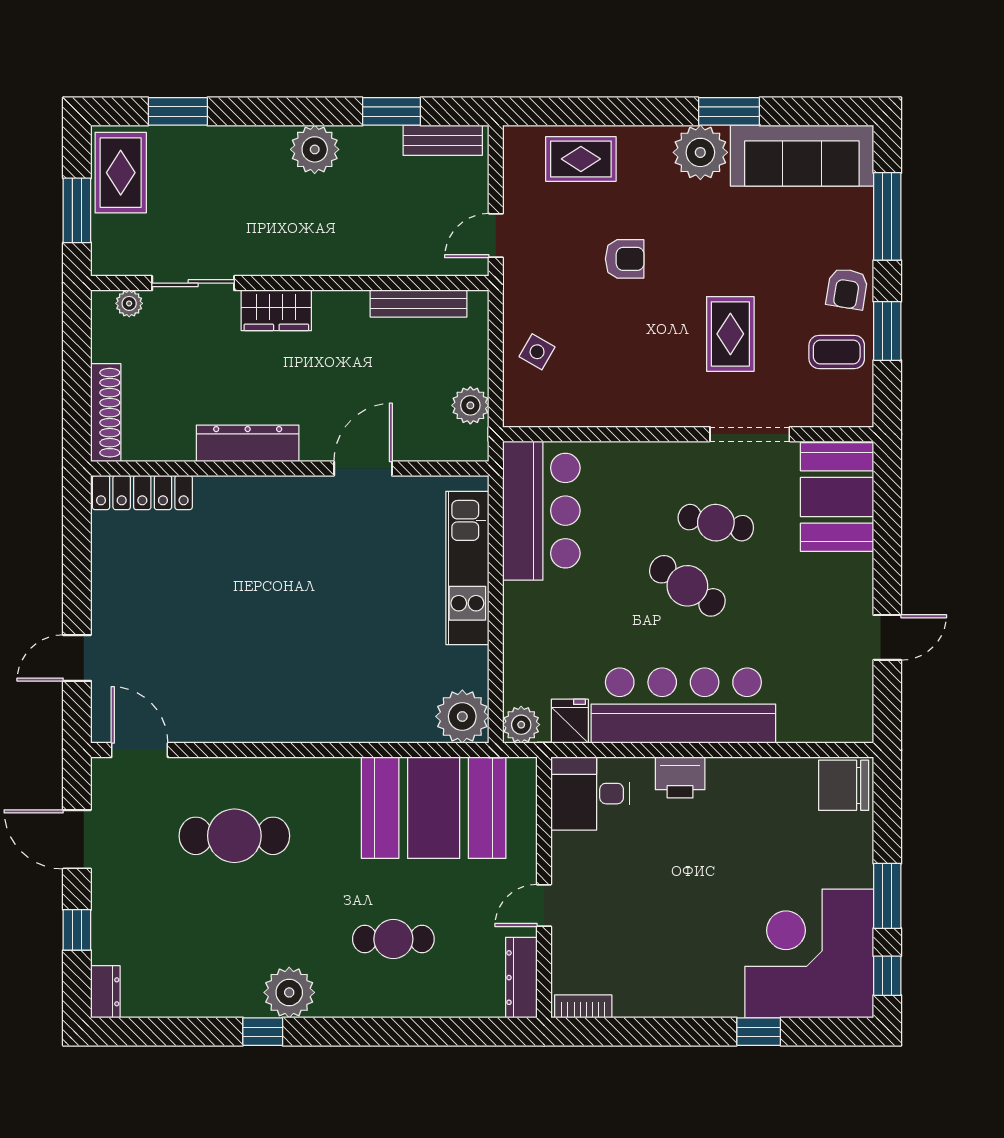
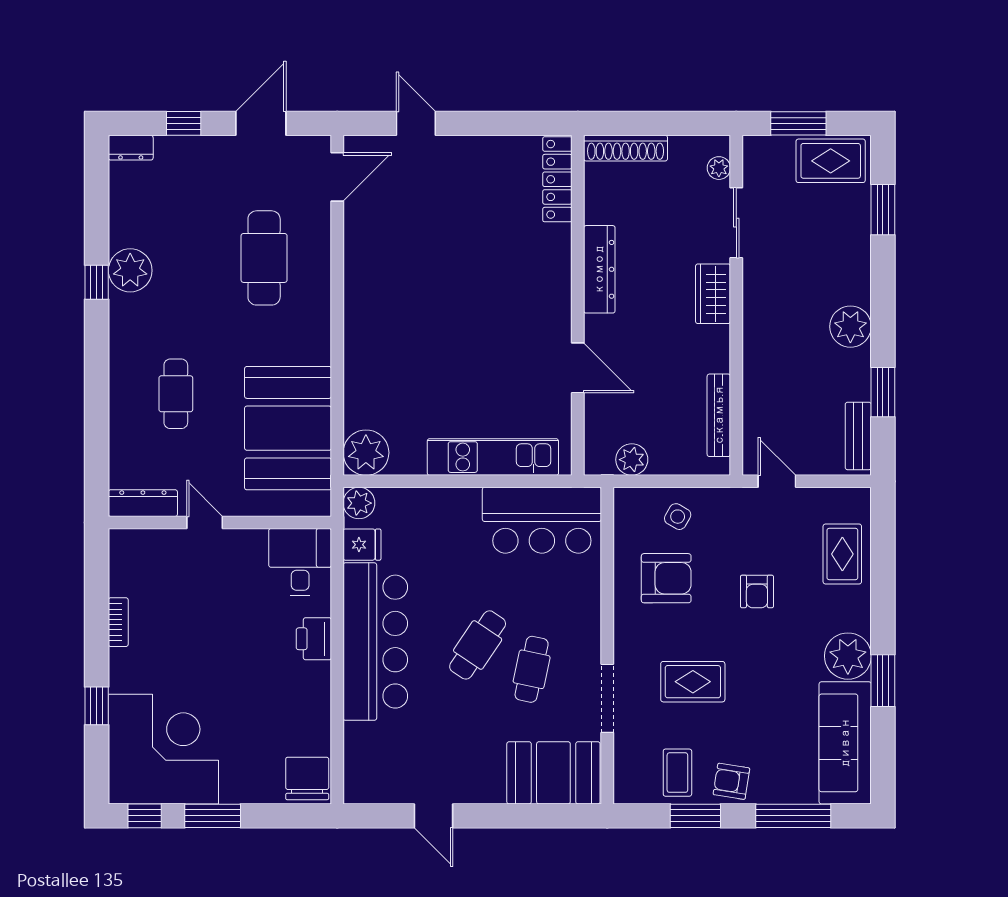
armchair: (609, 365) -> (666, 578), added
plant: (289, 992) -> (130, 270), moved
bookcase: (583, 1006) -> (118, 622), moved

